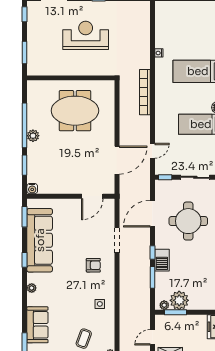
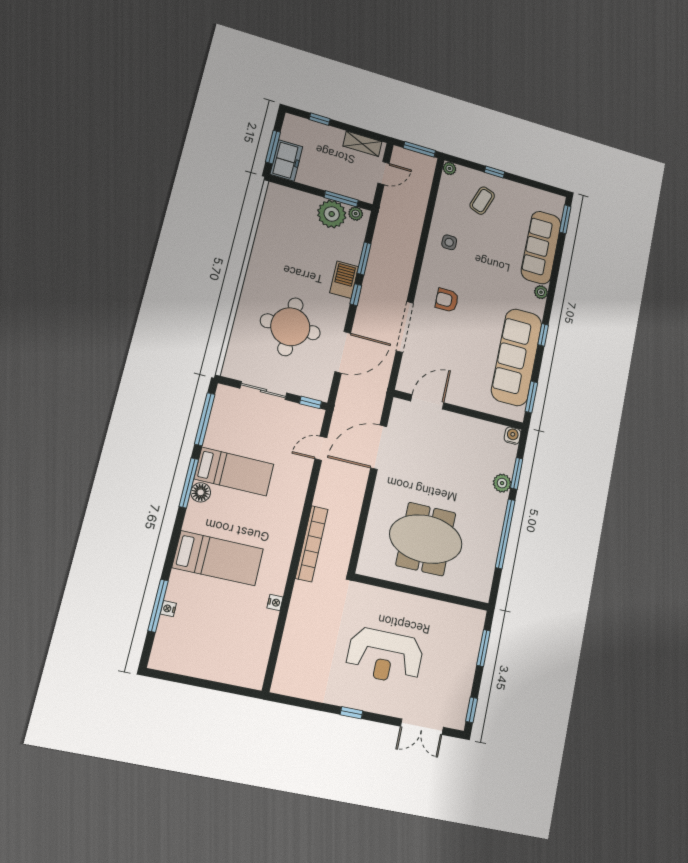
plant: (33, 136) -> (502, 483), moved
doorway: (117, 240) -> (405, 327), width x1.36
sofa: (37, 325) -> (541, 248), width x1.36

